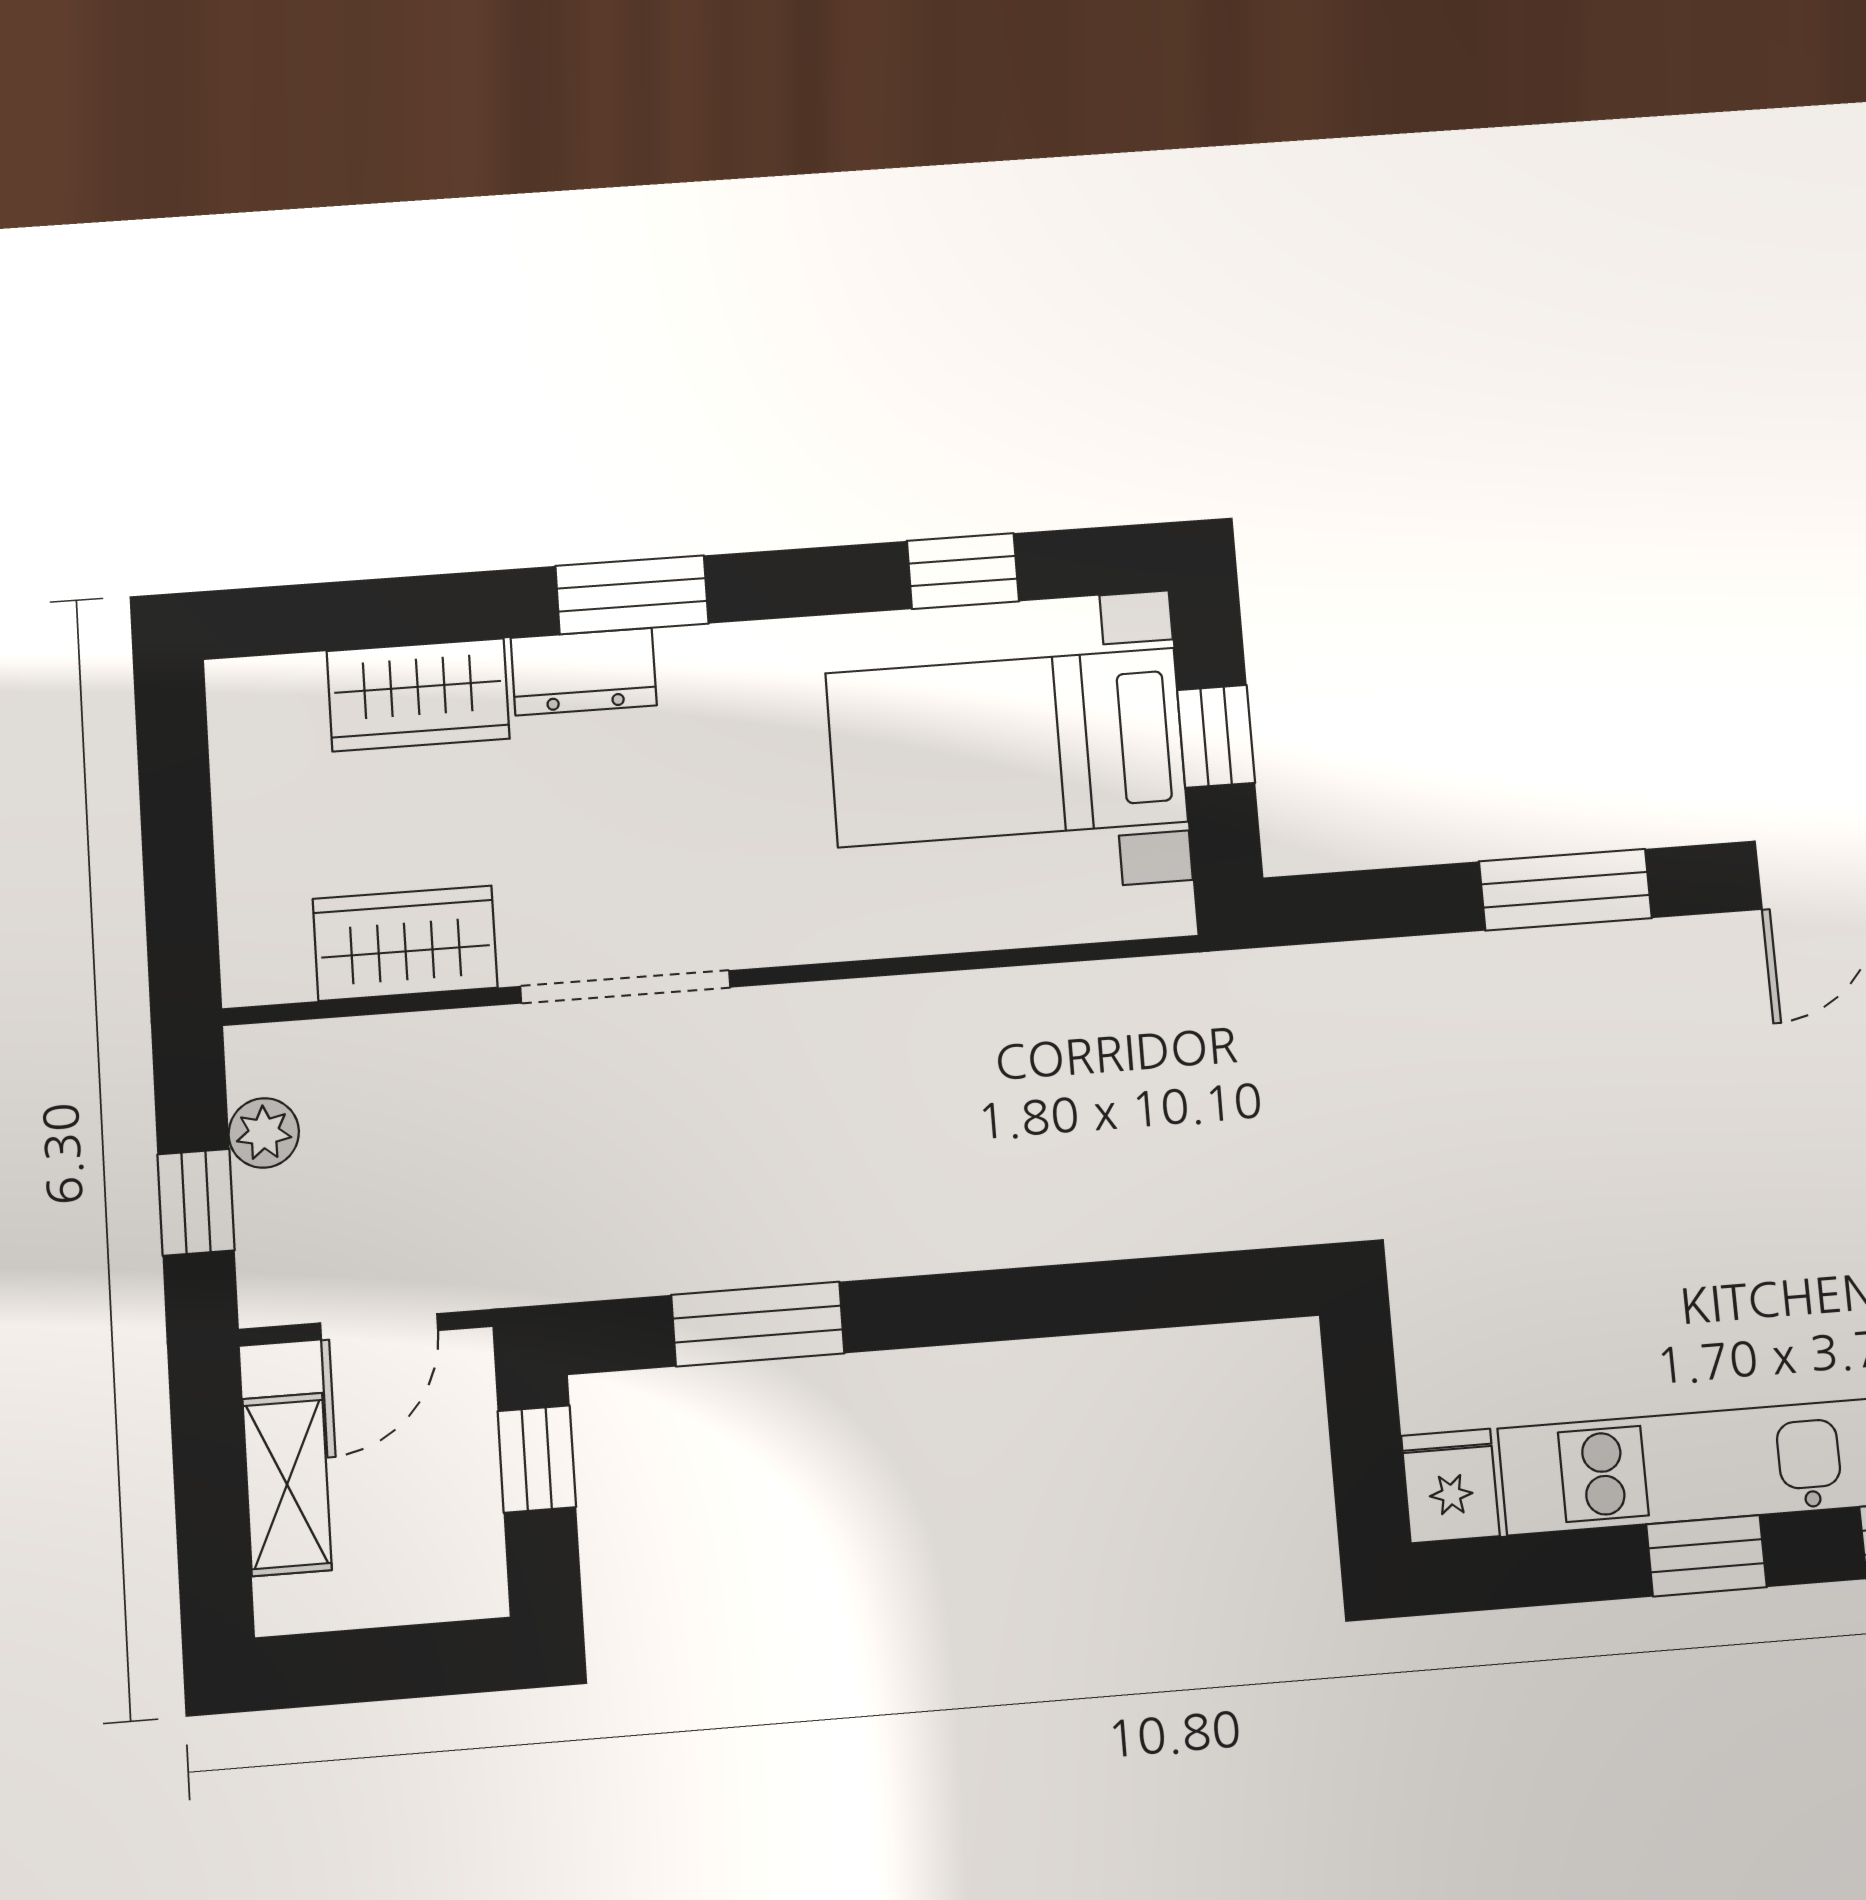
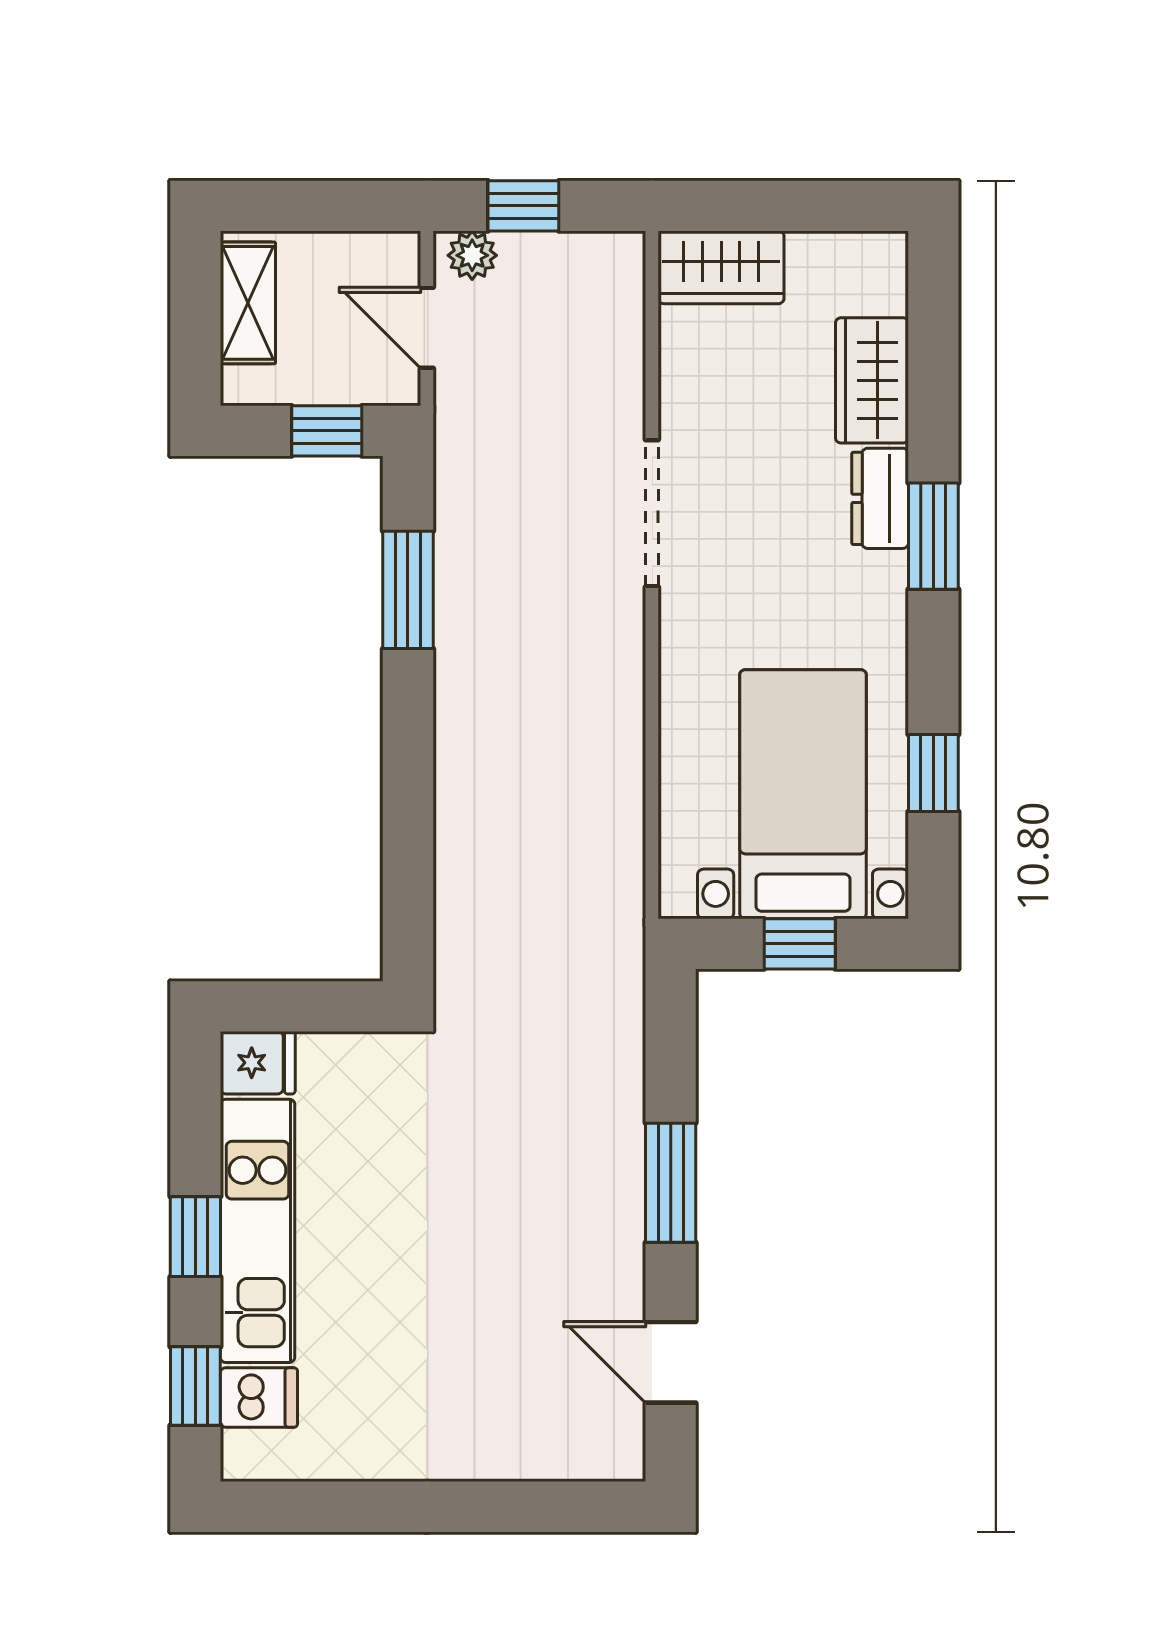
wardrobe: (405, 943) -> (721, 267), moved, turned 90
plant: (264, 1133) -> (472, 255), moved
shelving: (287, 1484) -> (248, 303), moved, turned 90

